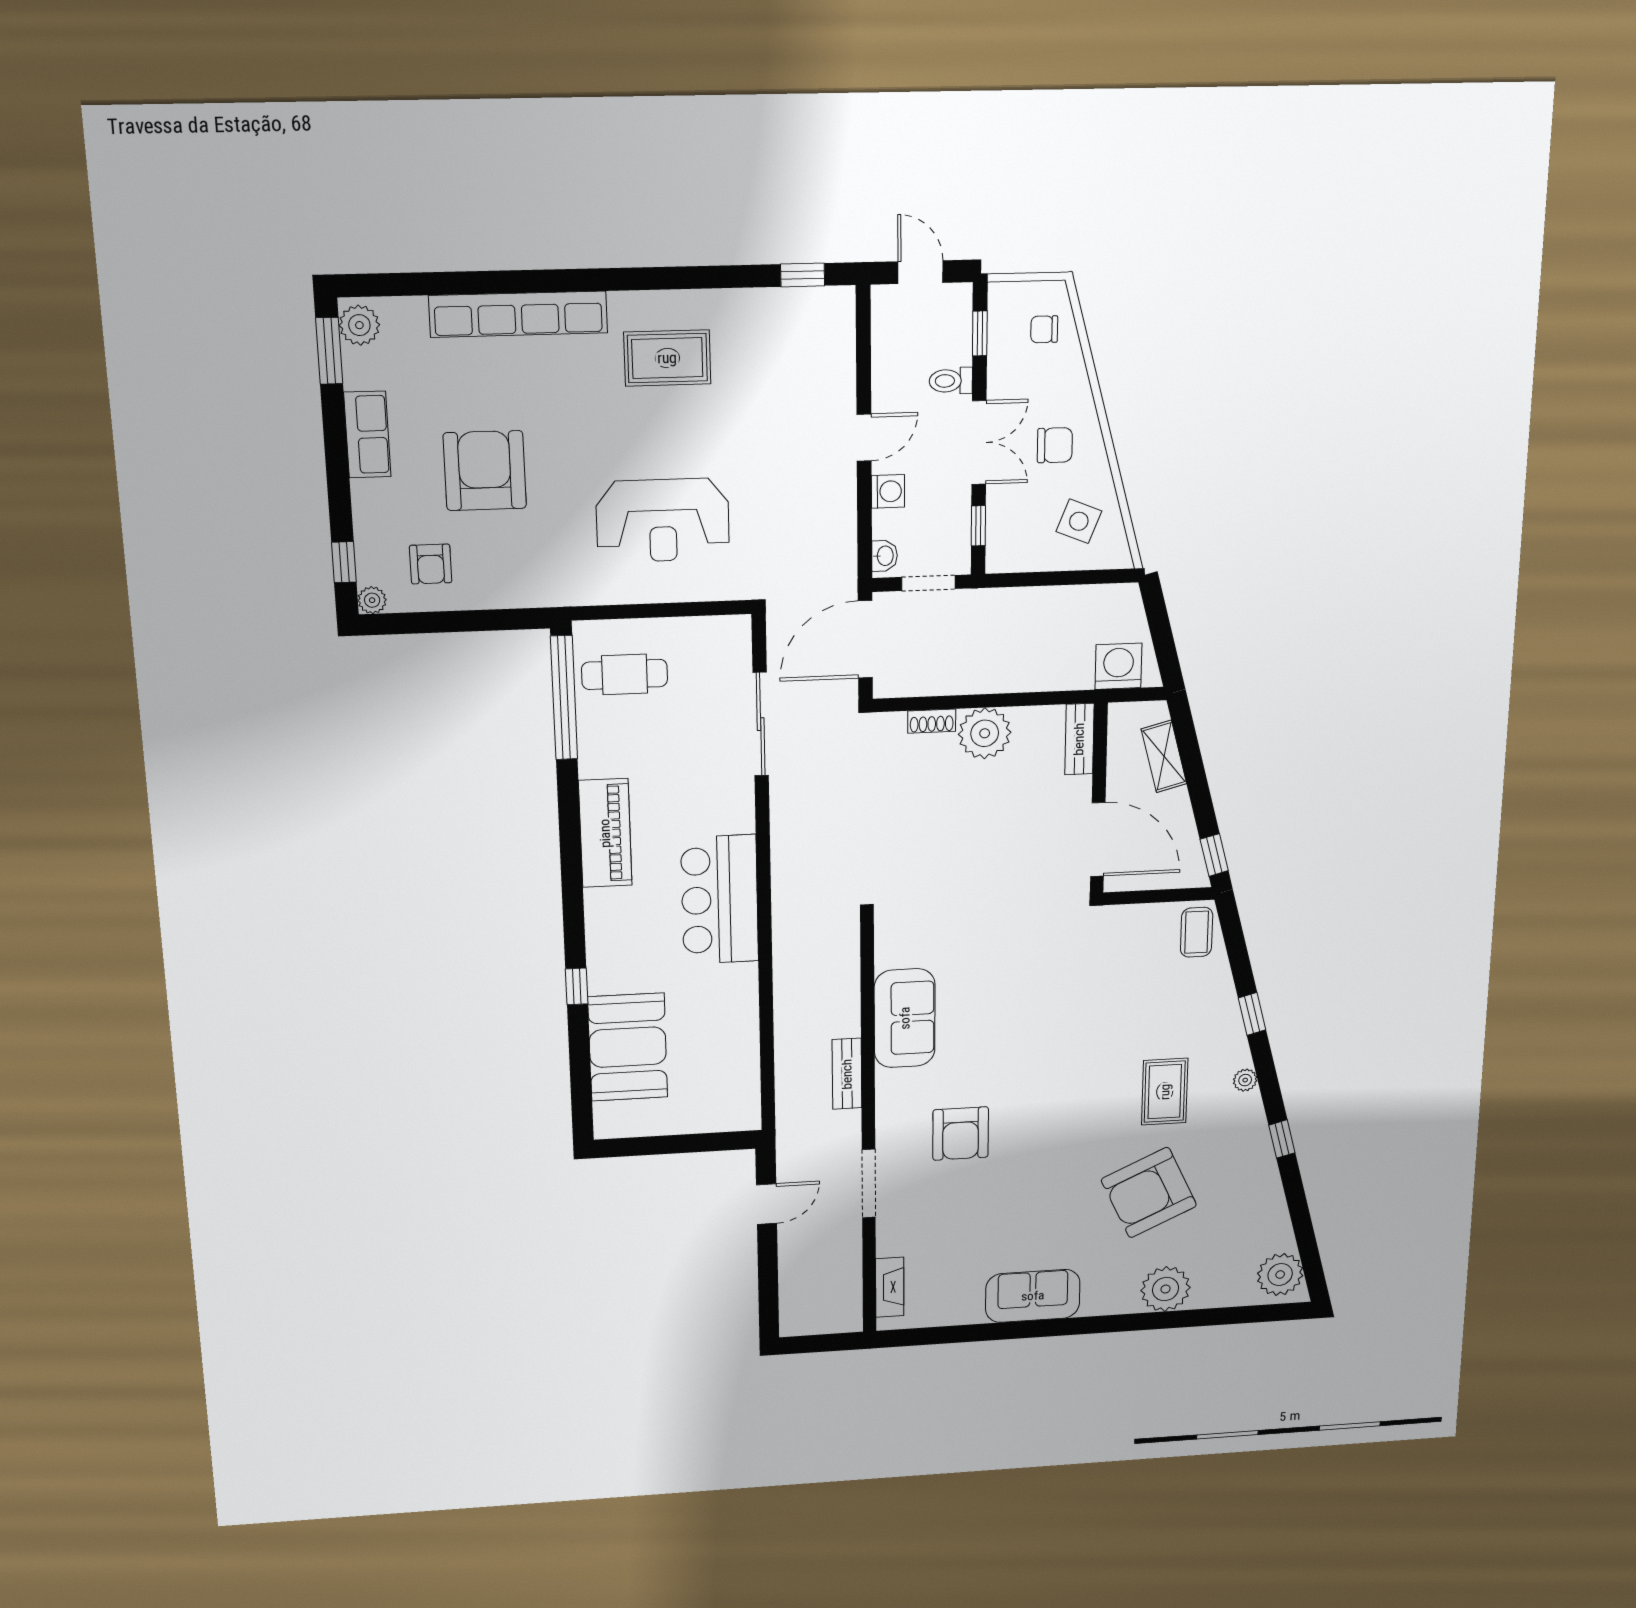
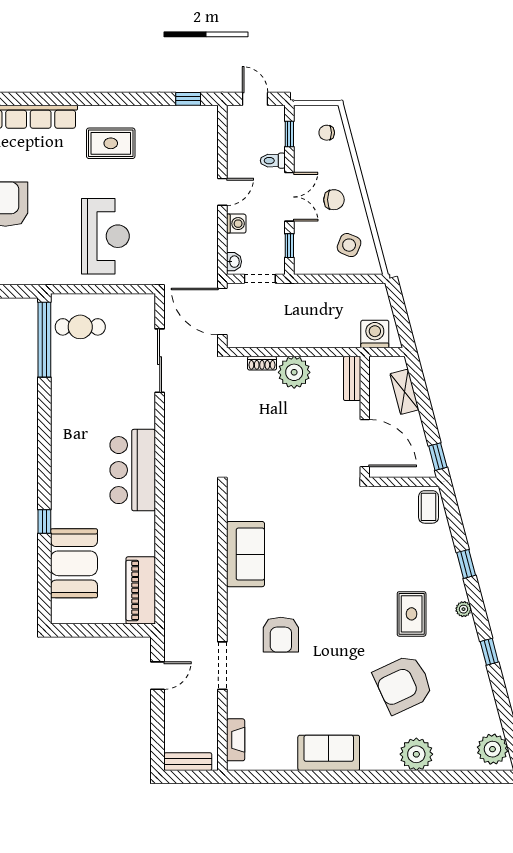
reception desk: (663, 520) -> (105, 236), turned -90
door: (865, 639) -> (222, 311), hinge flipped
piano: (605, 833) -> (141, 590), moved, turned 180
bench: (847, 1074) -> (188, 762), moved, turned 90

